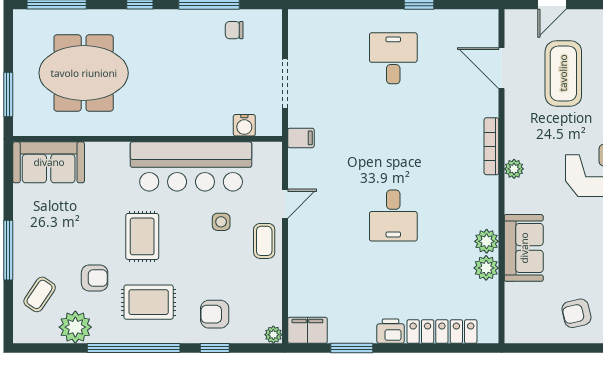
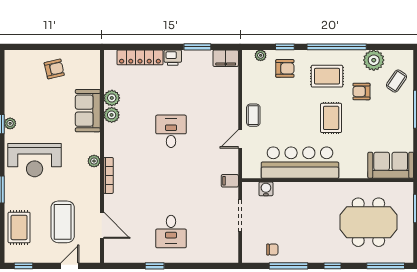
side table: (221, 222) -> (281, 127), removed
plant: (273, 335) -> (261, 55), moved

